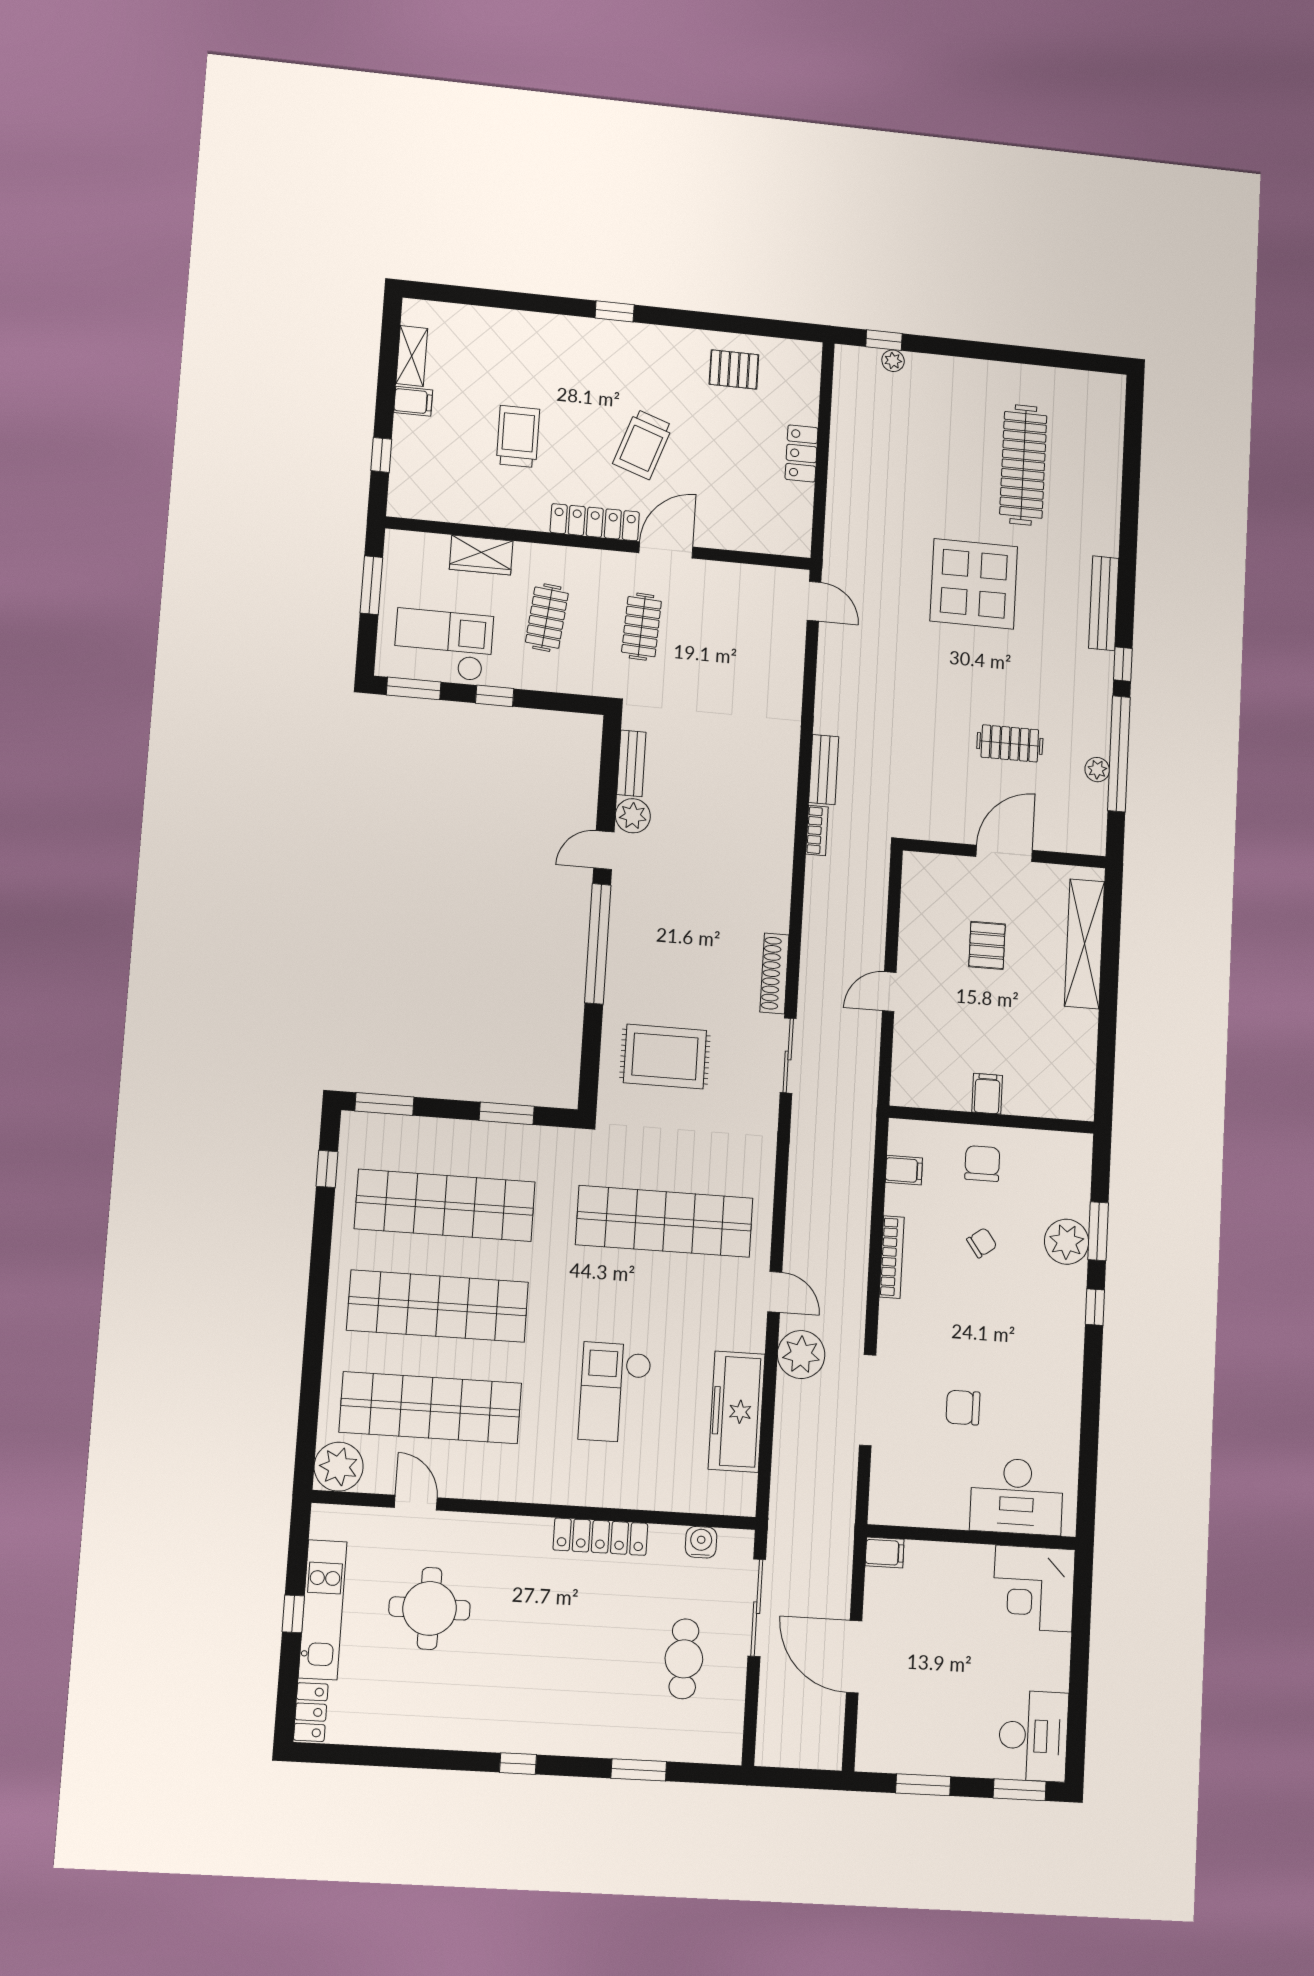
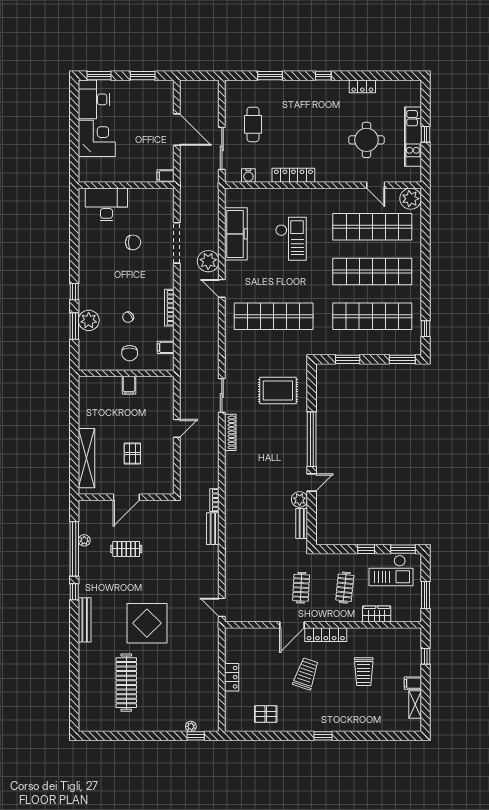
corner desk: (1034, 1588) -> (97, 138), moved
locker: (311, 1712) -> (362, 86), moved, turned -90

